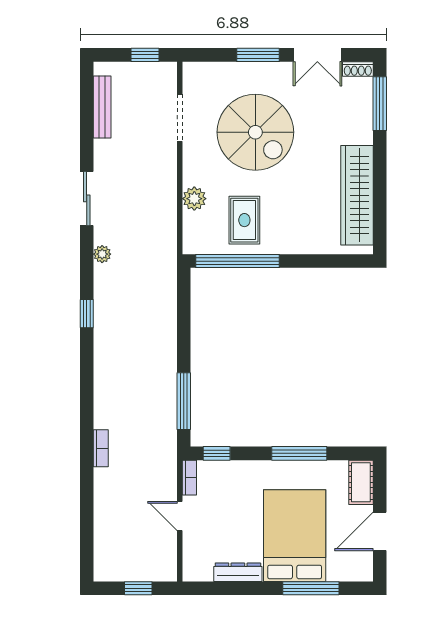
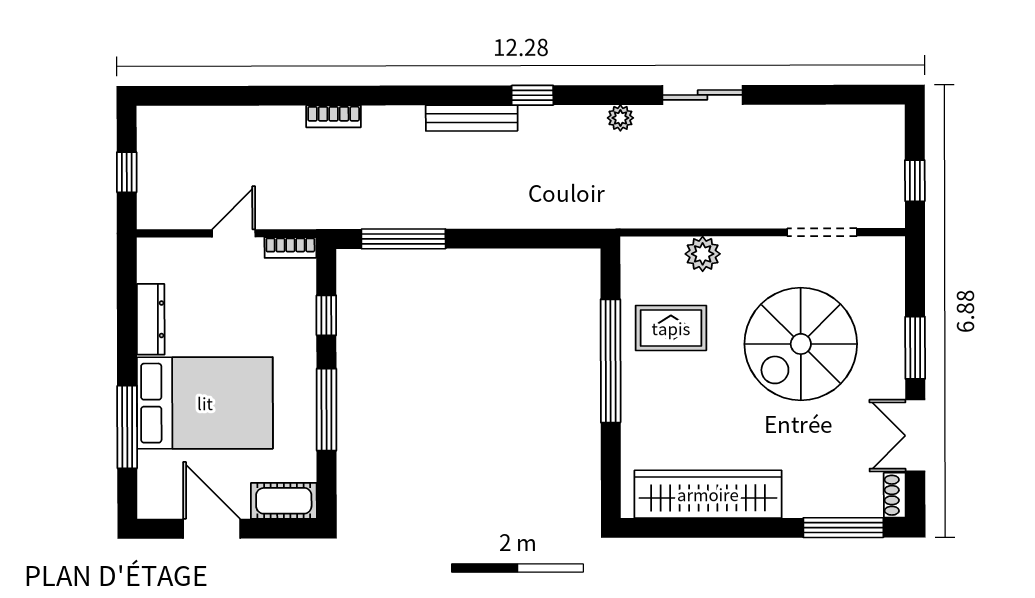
bench: (102, 107) -> (472, 118), moved
window: (238, 261) -> (611, 361), moved
window: (217, 453) -> (326, 315), moved

